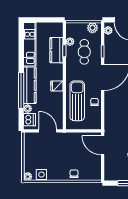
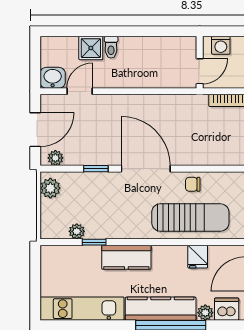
kitchen counter: (56, 50) -> (126, 257), moved
cafe table: (84, 52) -> (96, 204), removed
fridge: (57, 86) -> (198, 257), moved
sun lounger: (77, 101) -> (190, 217), turned 180

